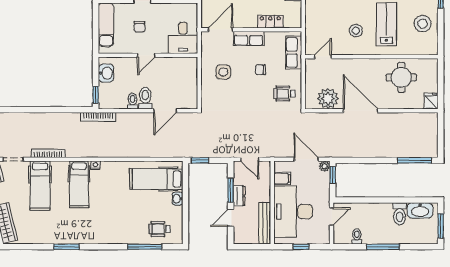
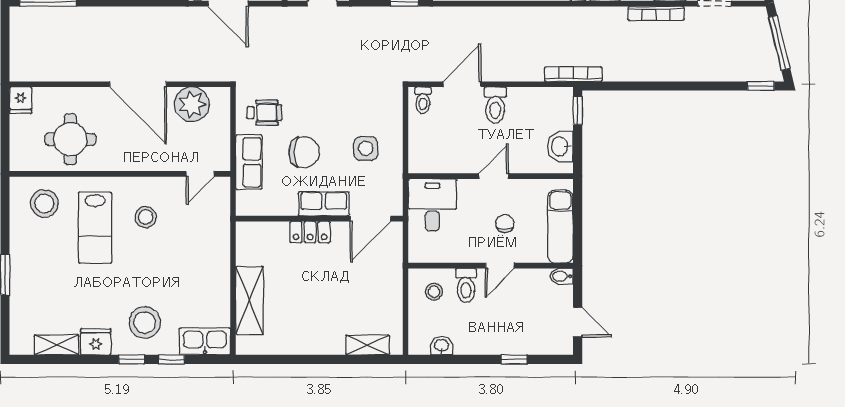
locker: (270, 22) -> (310, 232), moved
stool: (423, 24) -> (44, 203), moved
row of seats: (294, 53) -> (249, 162), moved
chair: (260, 70) -> (304, 152), width x1.87, depth x1.87
toilet: (133, 101) -> (423, 100), moved

